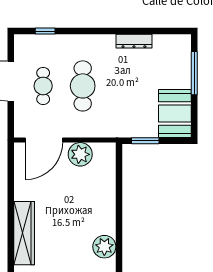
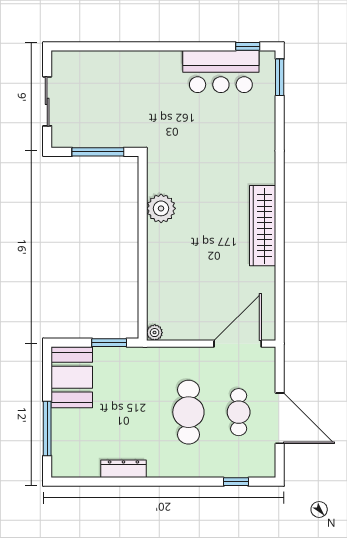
plant: (80, 154) -> (155, 333), moved, width x0.53, depth x0.53

